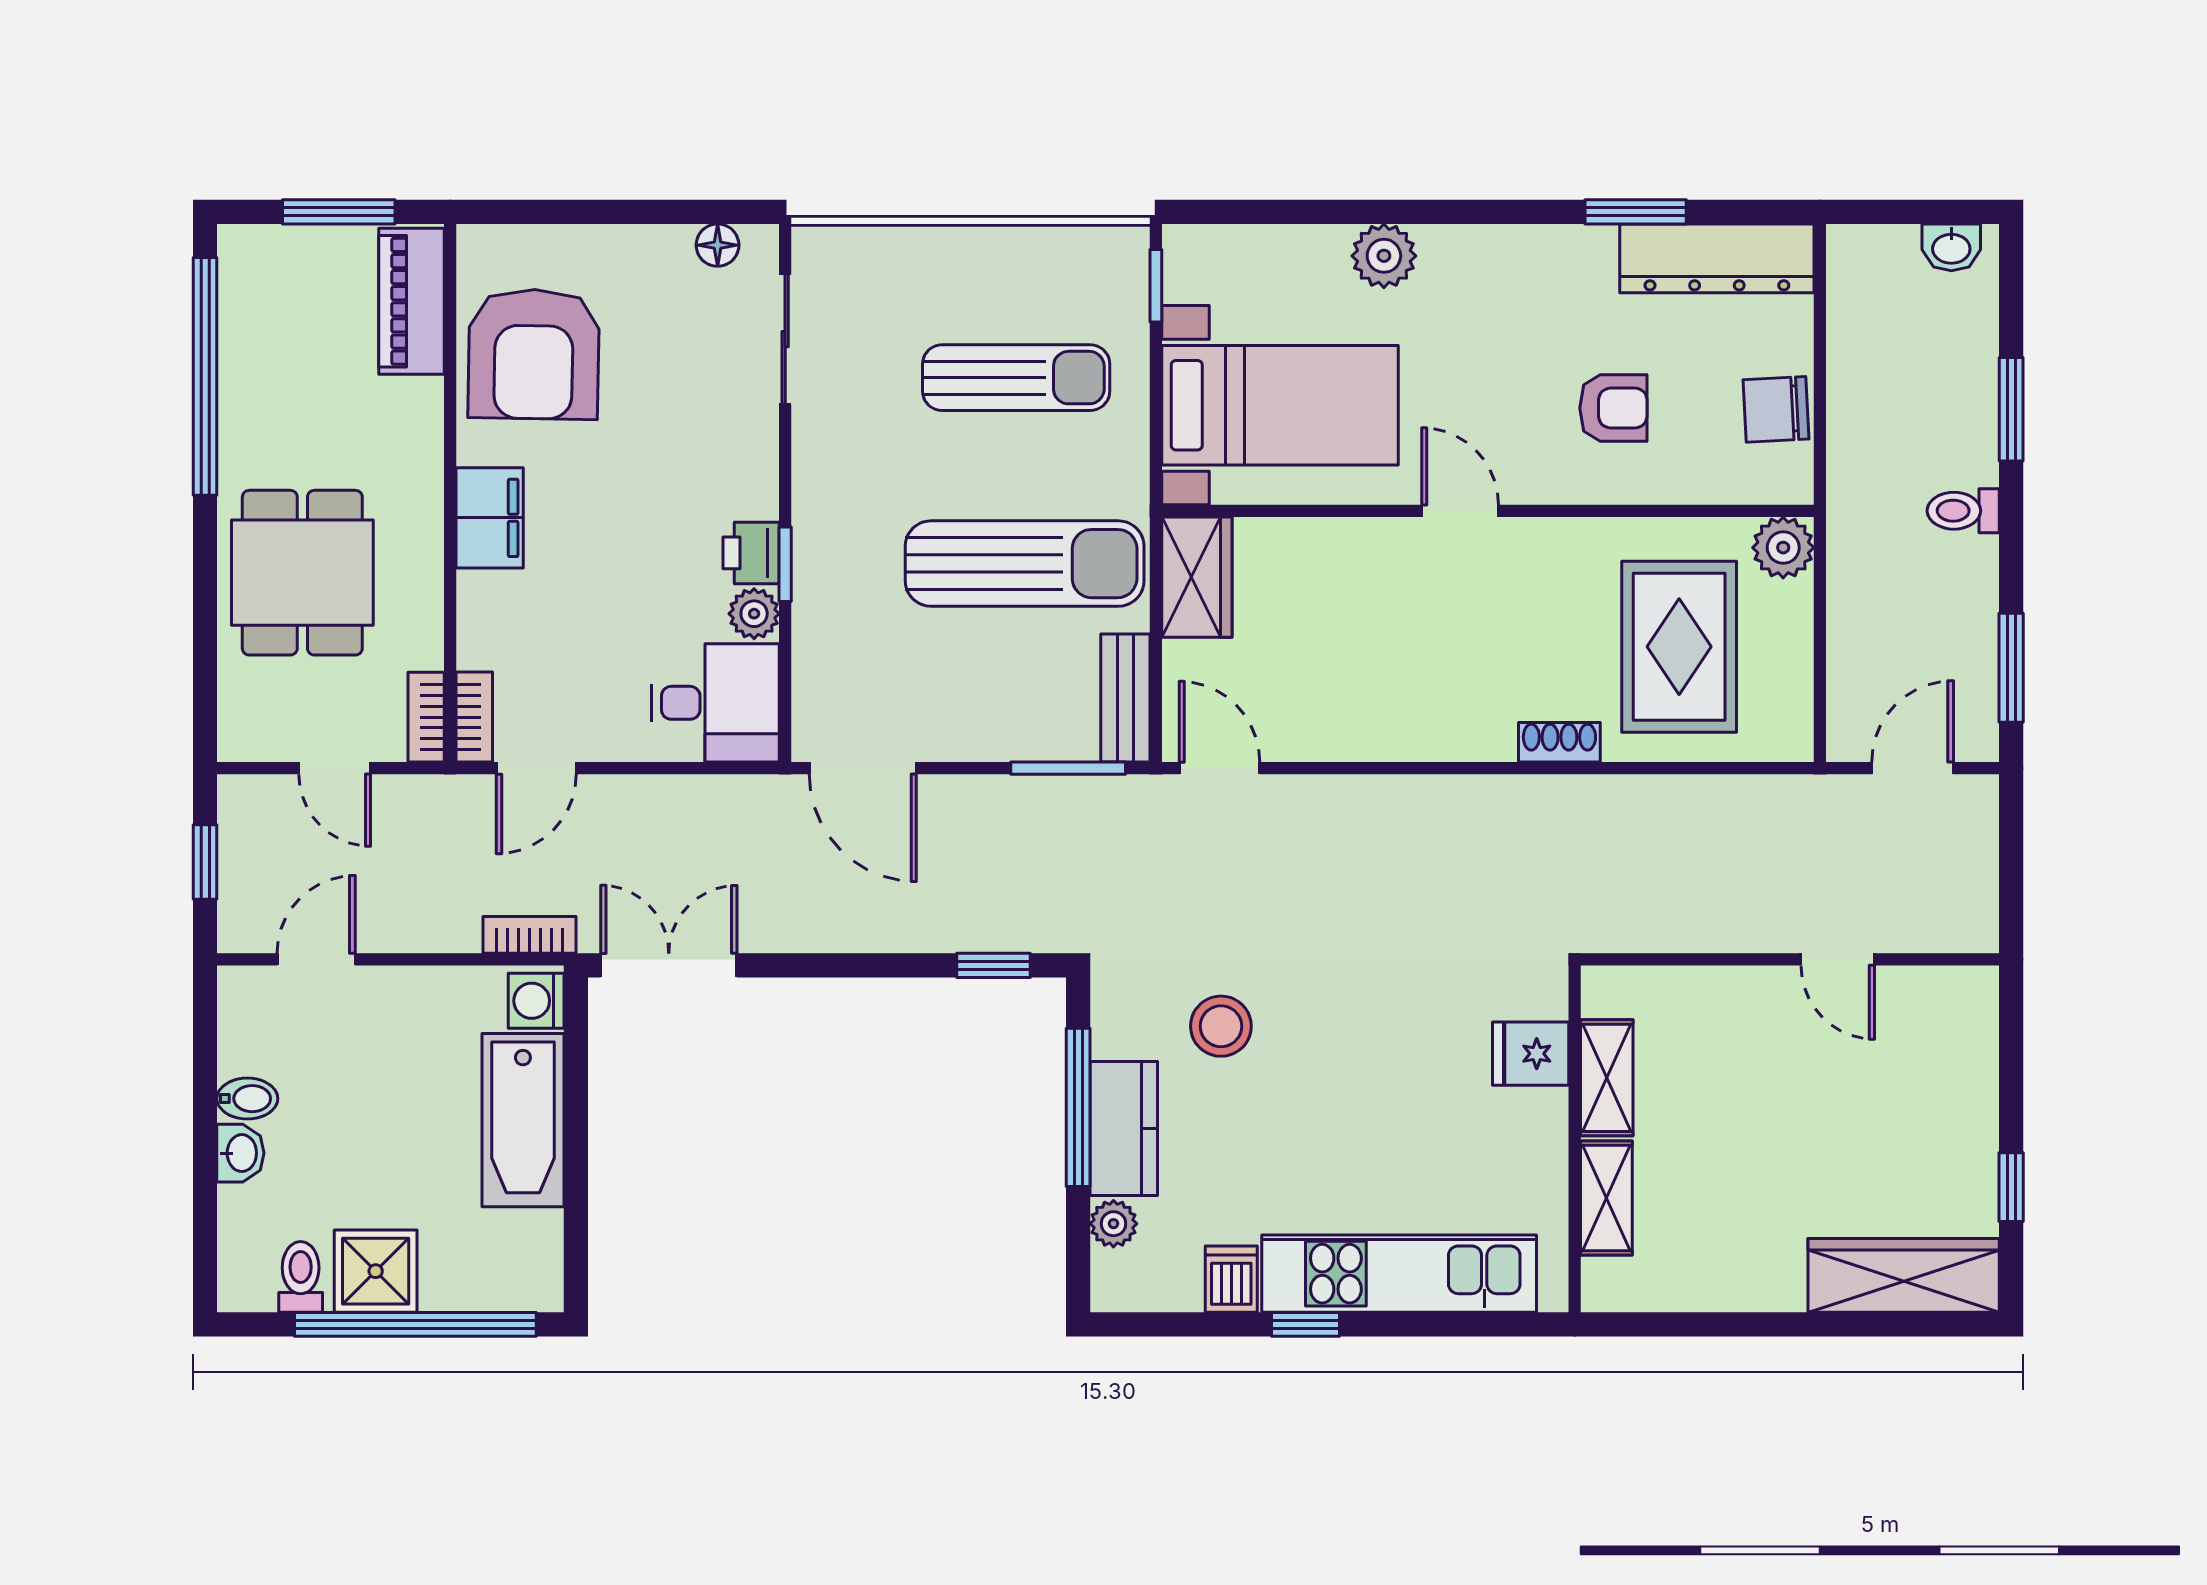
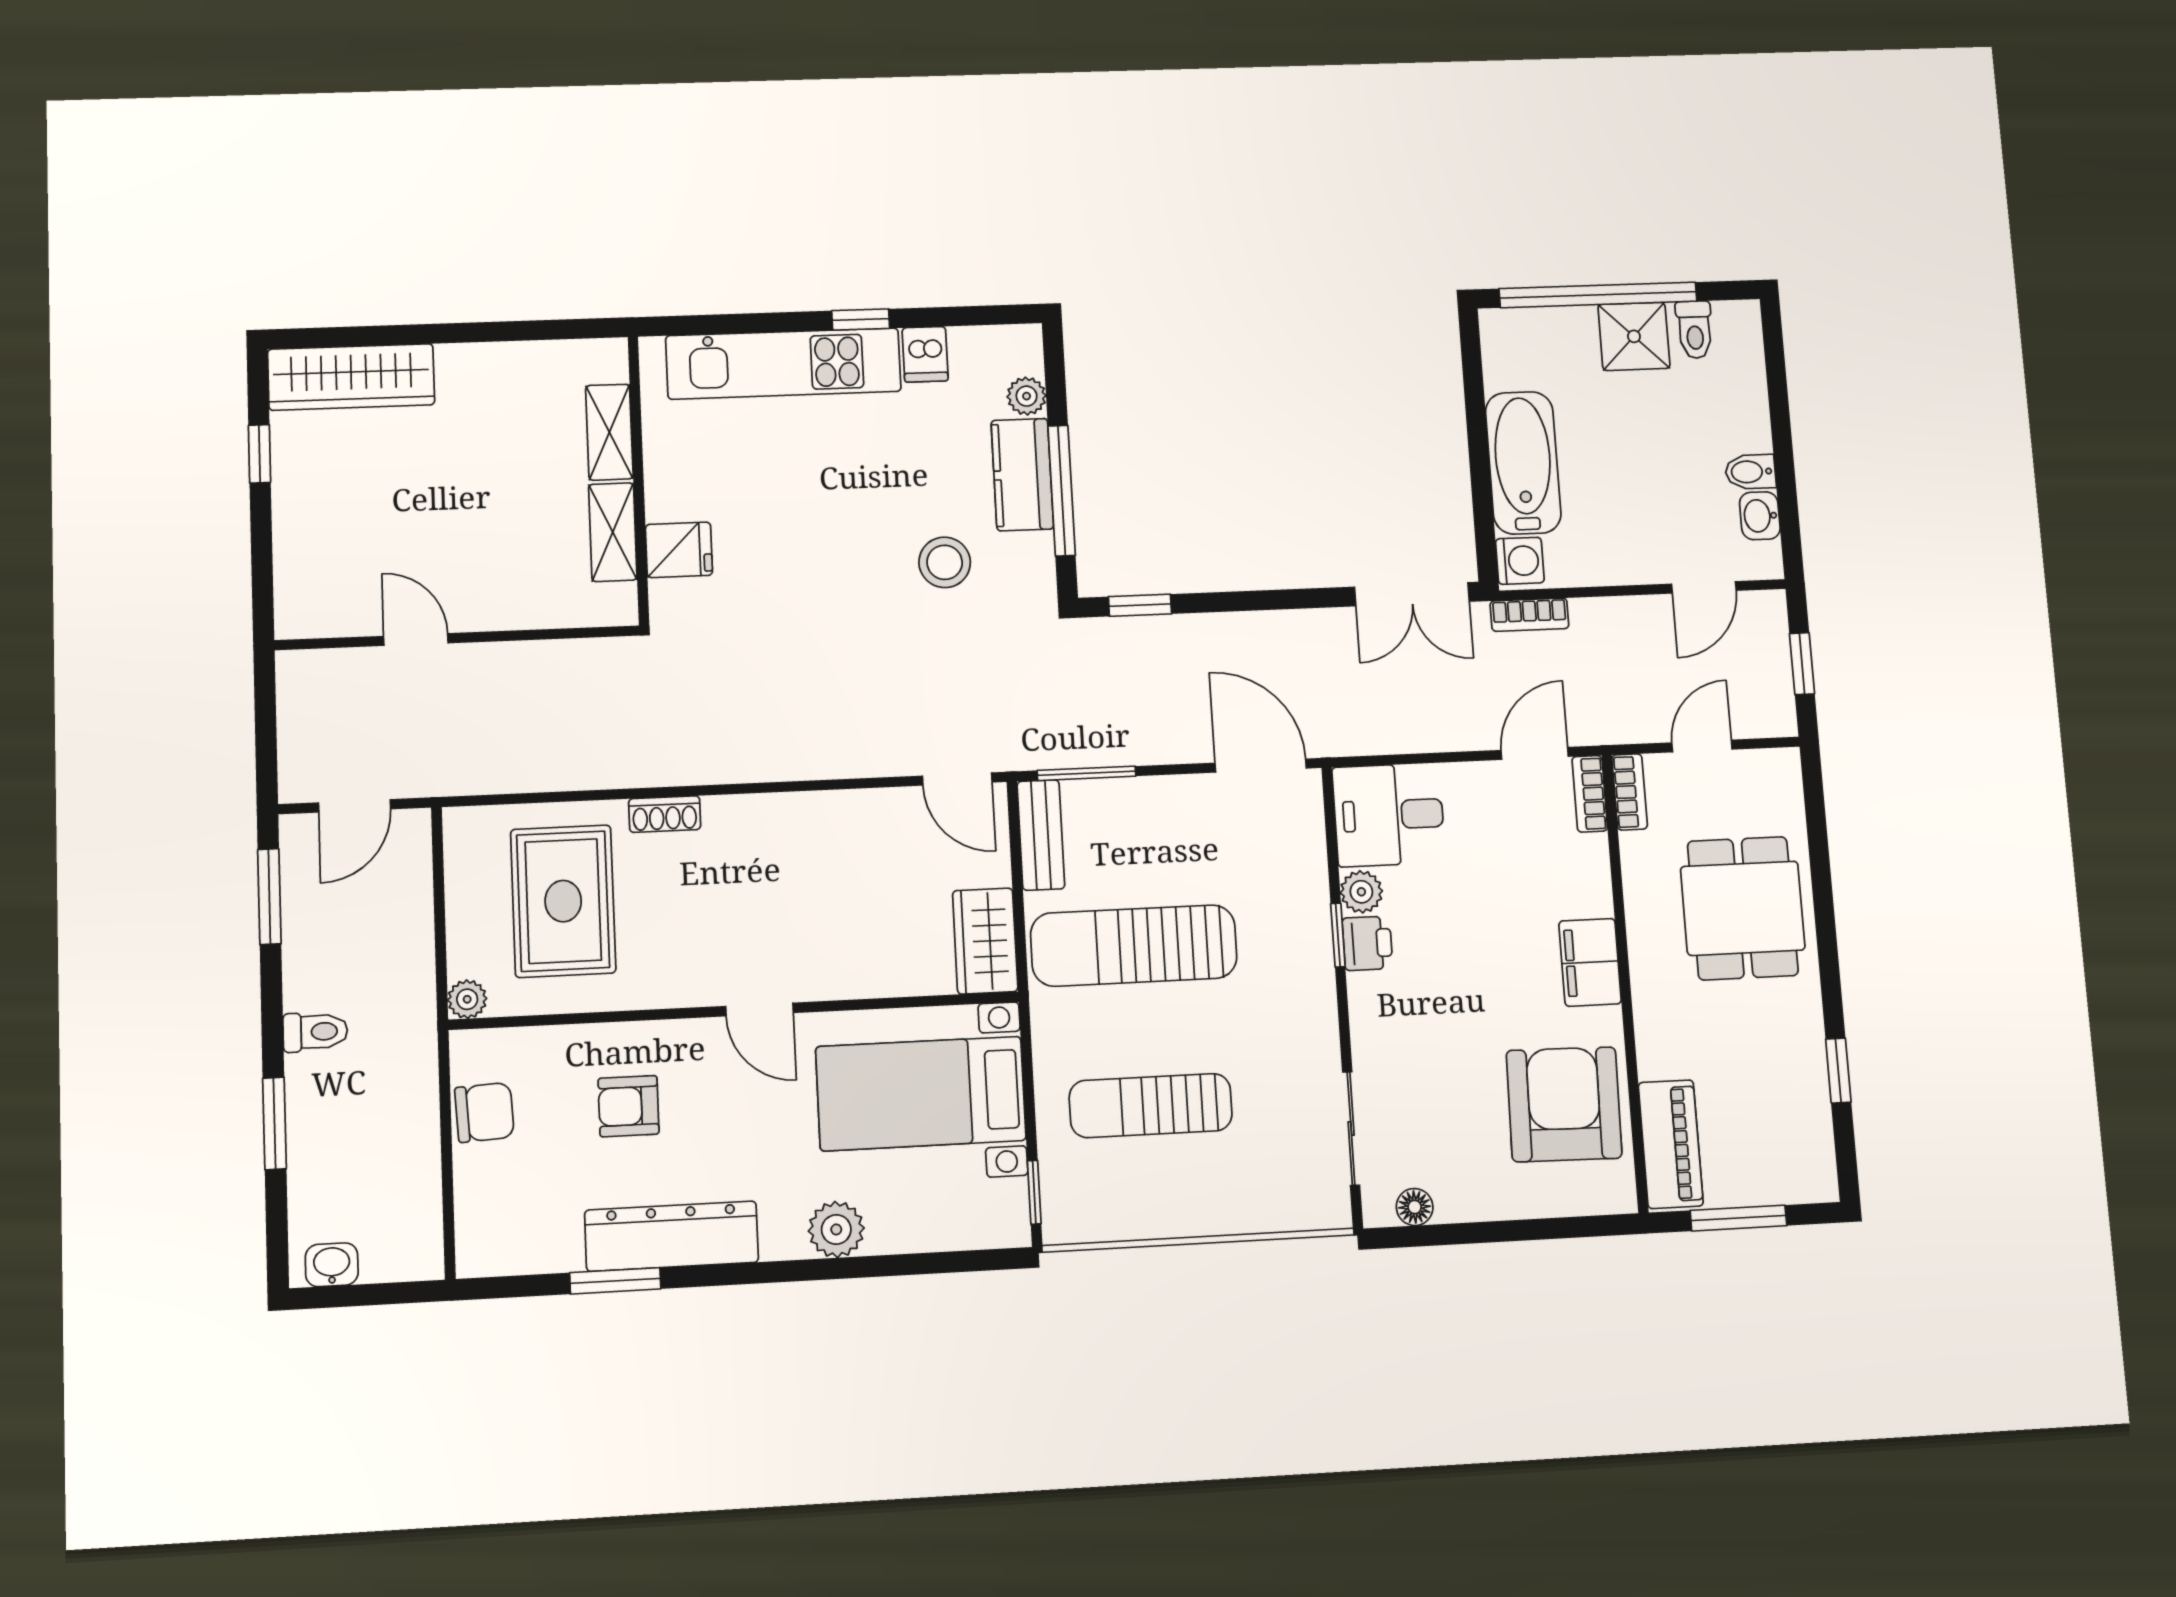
dresser: (1717, 258) -> (672, 1236), moved
window: (205, 376) -> (1838, 1071), width x0.32
plant: (1783, 548) -> (467, 999), width x0.73, depth x0.73
door: (335, 768) -> (1702, 746), hinge flipped
washbasin: (240, 1153) -> (1760, 516), moved

